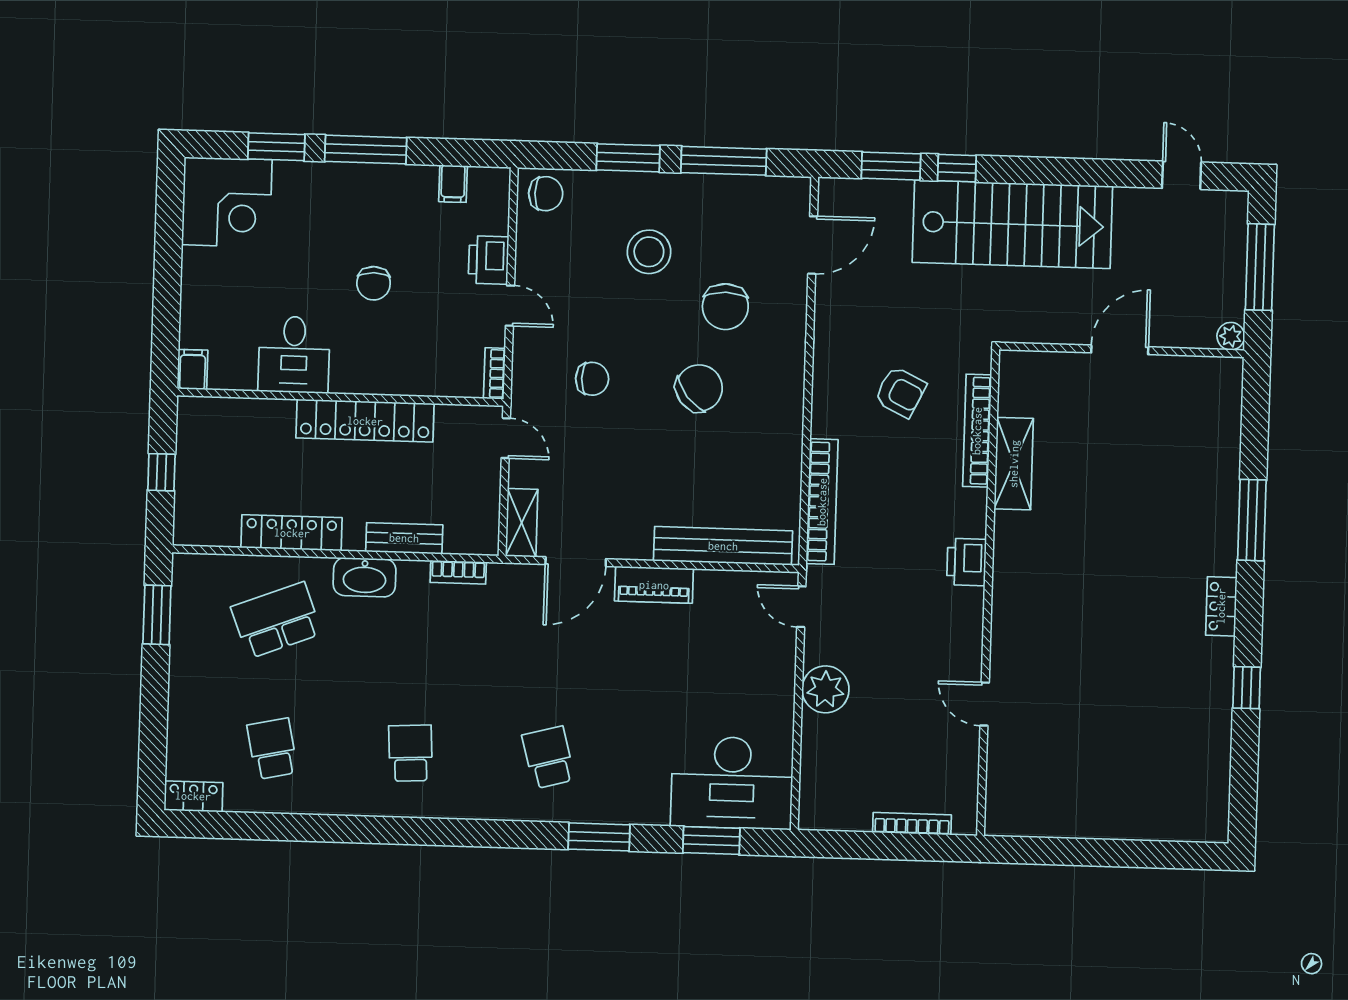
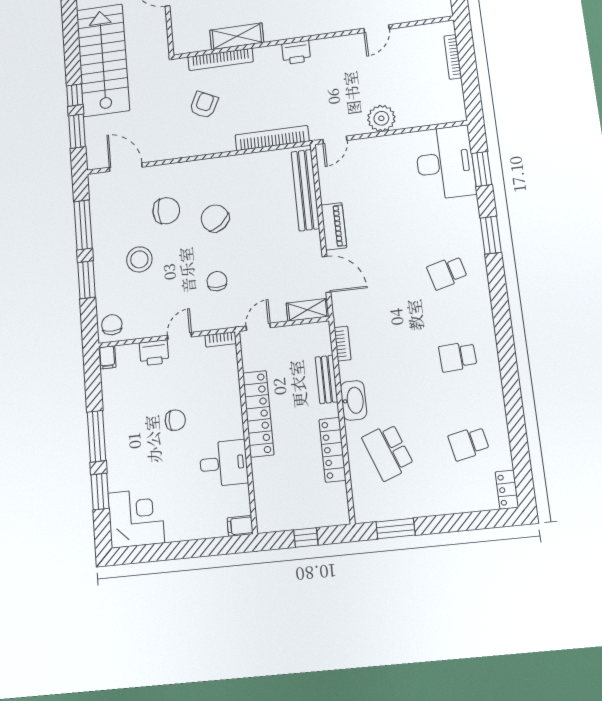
filing cabinet: (453, 184) -> (107, 357), moved, turned 90

